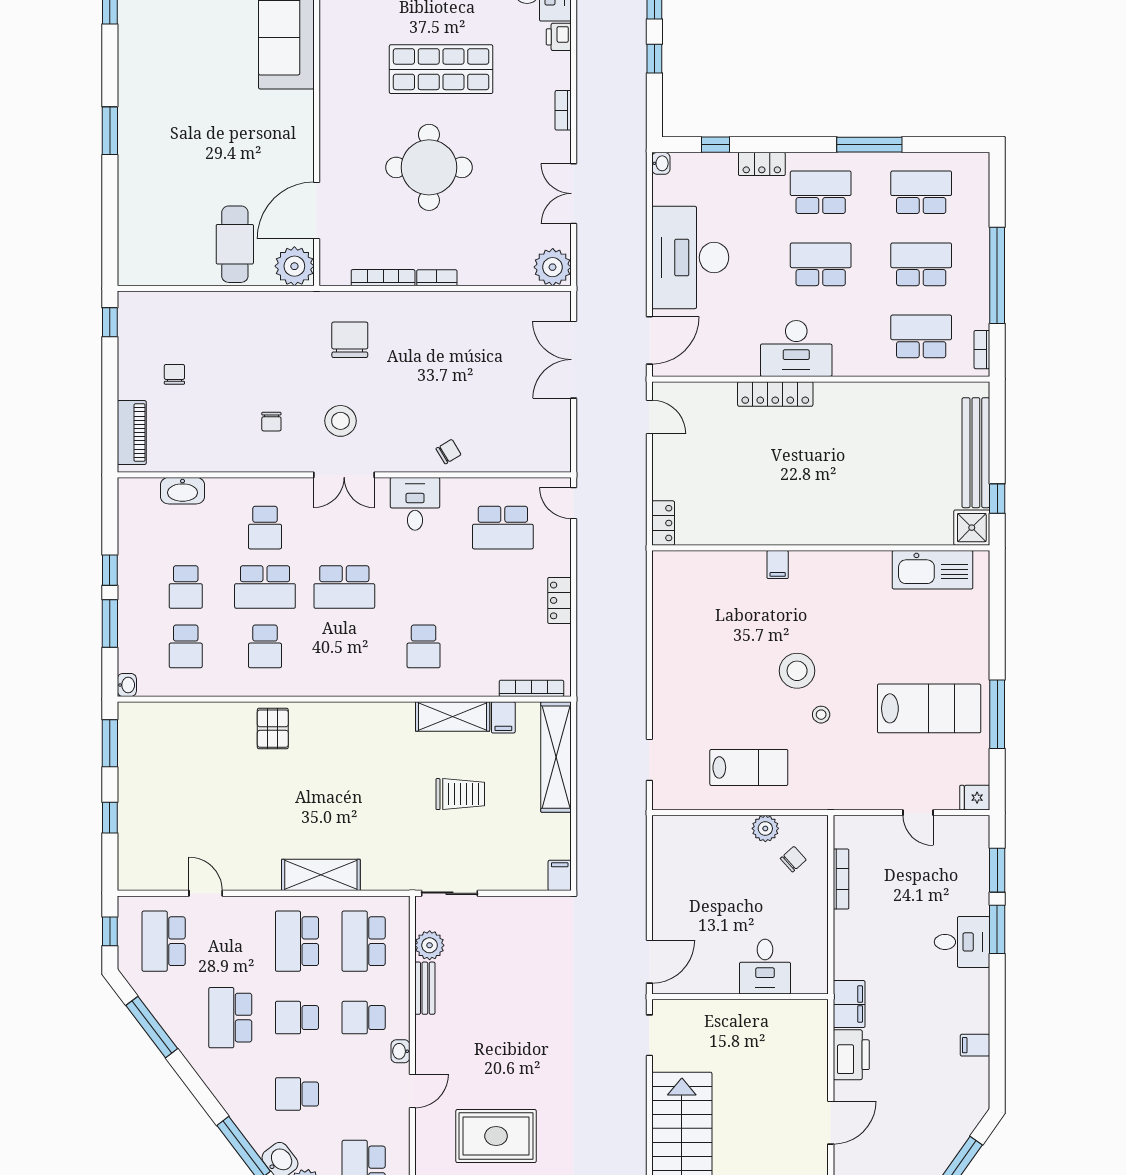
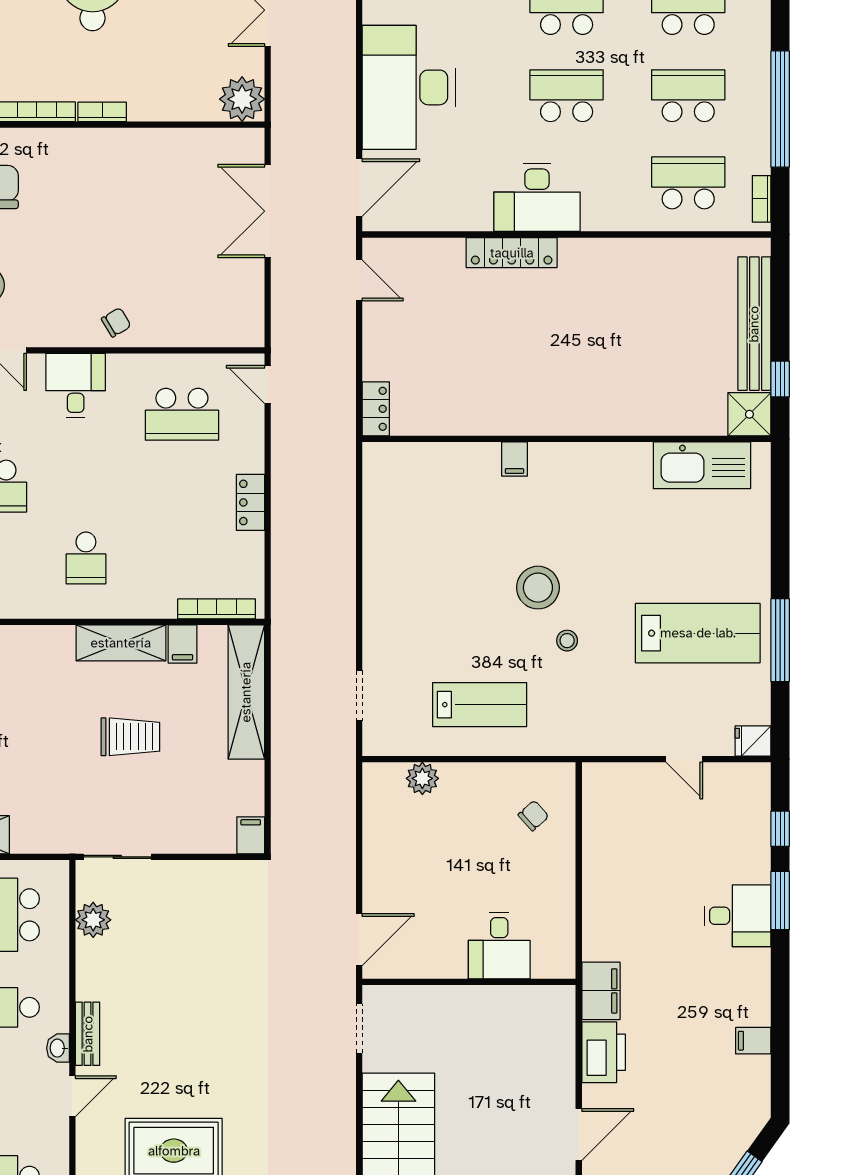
plant: (765, 828) -> (422, 778), moved
window: (997, 870) -> (780, 829), width x0.67
bookcase: (841, 879) -> (591, 840), removed
bench: (425, 988) -> (88, 1034), moved

